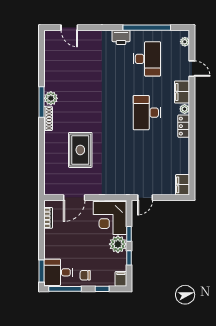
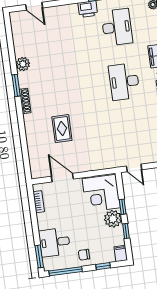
plant: (51, 98) -> (23, 64), moved
window: (41, 102) -> (16, 85), width x0.69
rug: (80, 150) -> (62, 129), width x0.73, depth x0.70
door: (74, 198) -> (62, 178), swing flipped
door: (145, 198) -> (134, 168), hinge flipped
desk: (58, 272) -> (55, 242), moved

